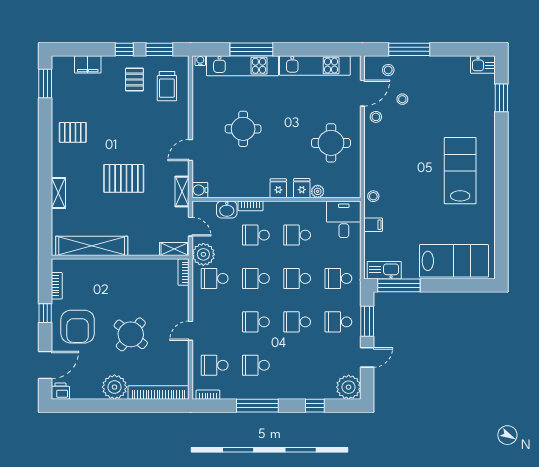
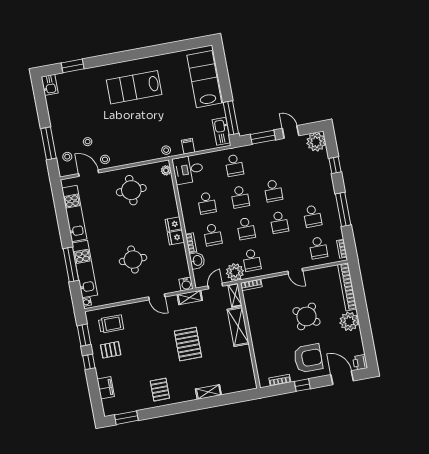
fridge: (302, 188) -> (176, 237), moved
plant: (318, 191) -> (166, 170), moved
shelving: (92, 246) -> (238, 327), moved, width x0.68
school desk: (338, 322) -> (267, 159), removed

